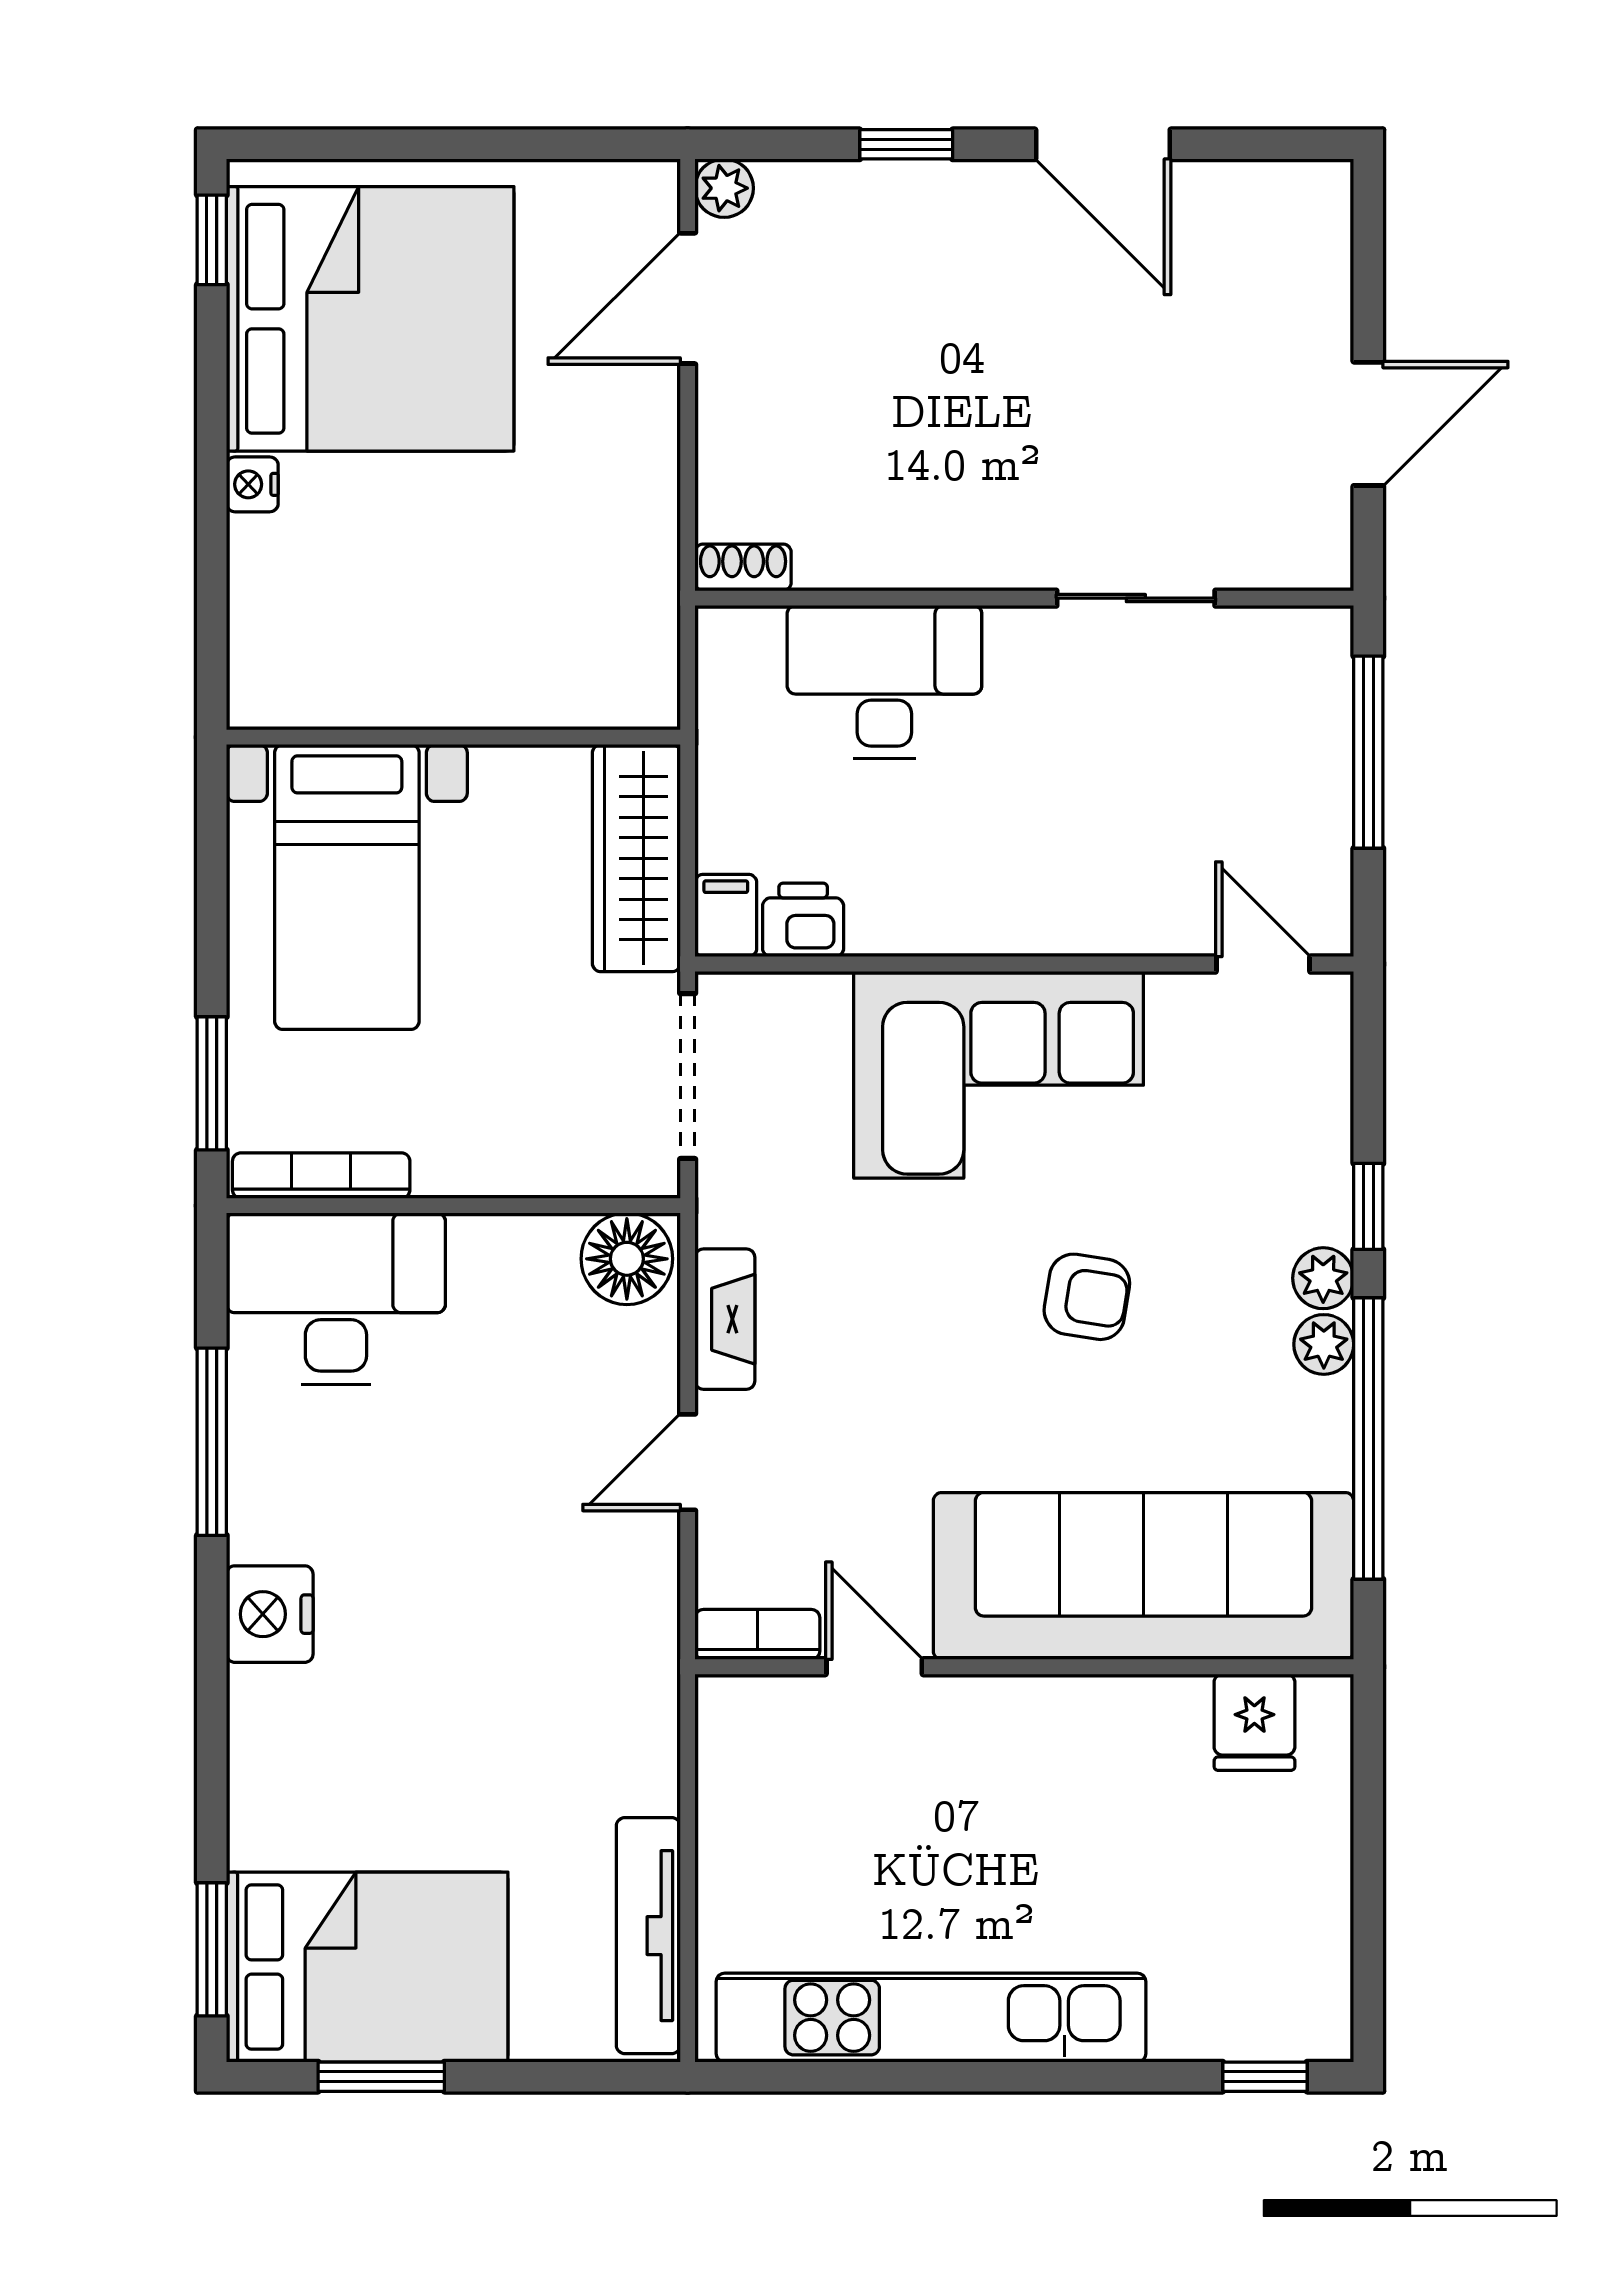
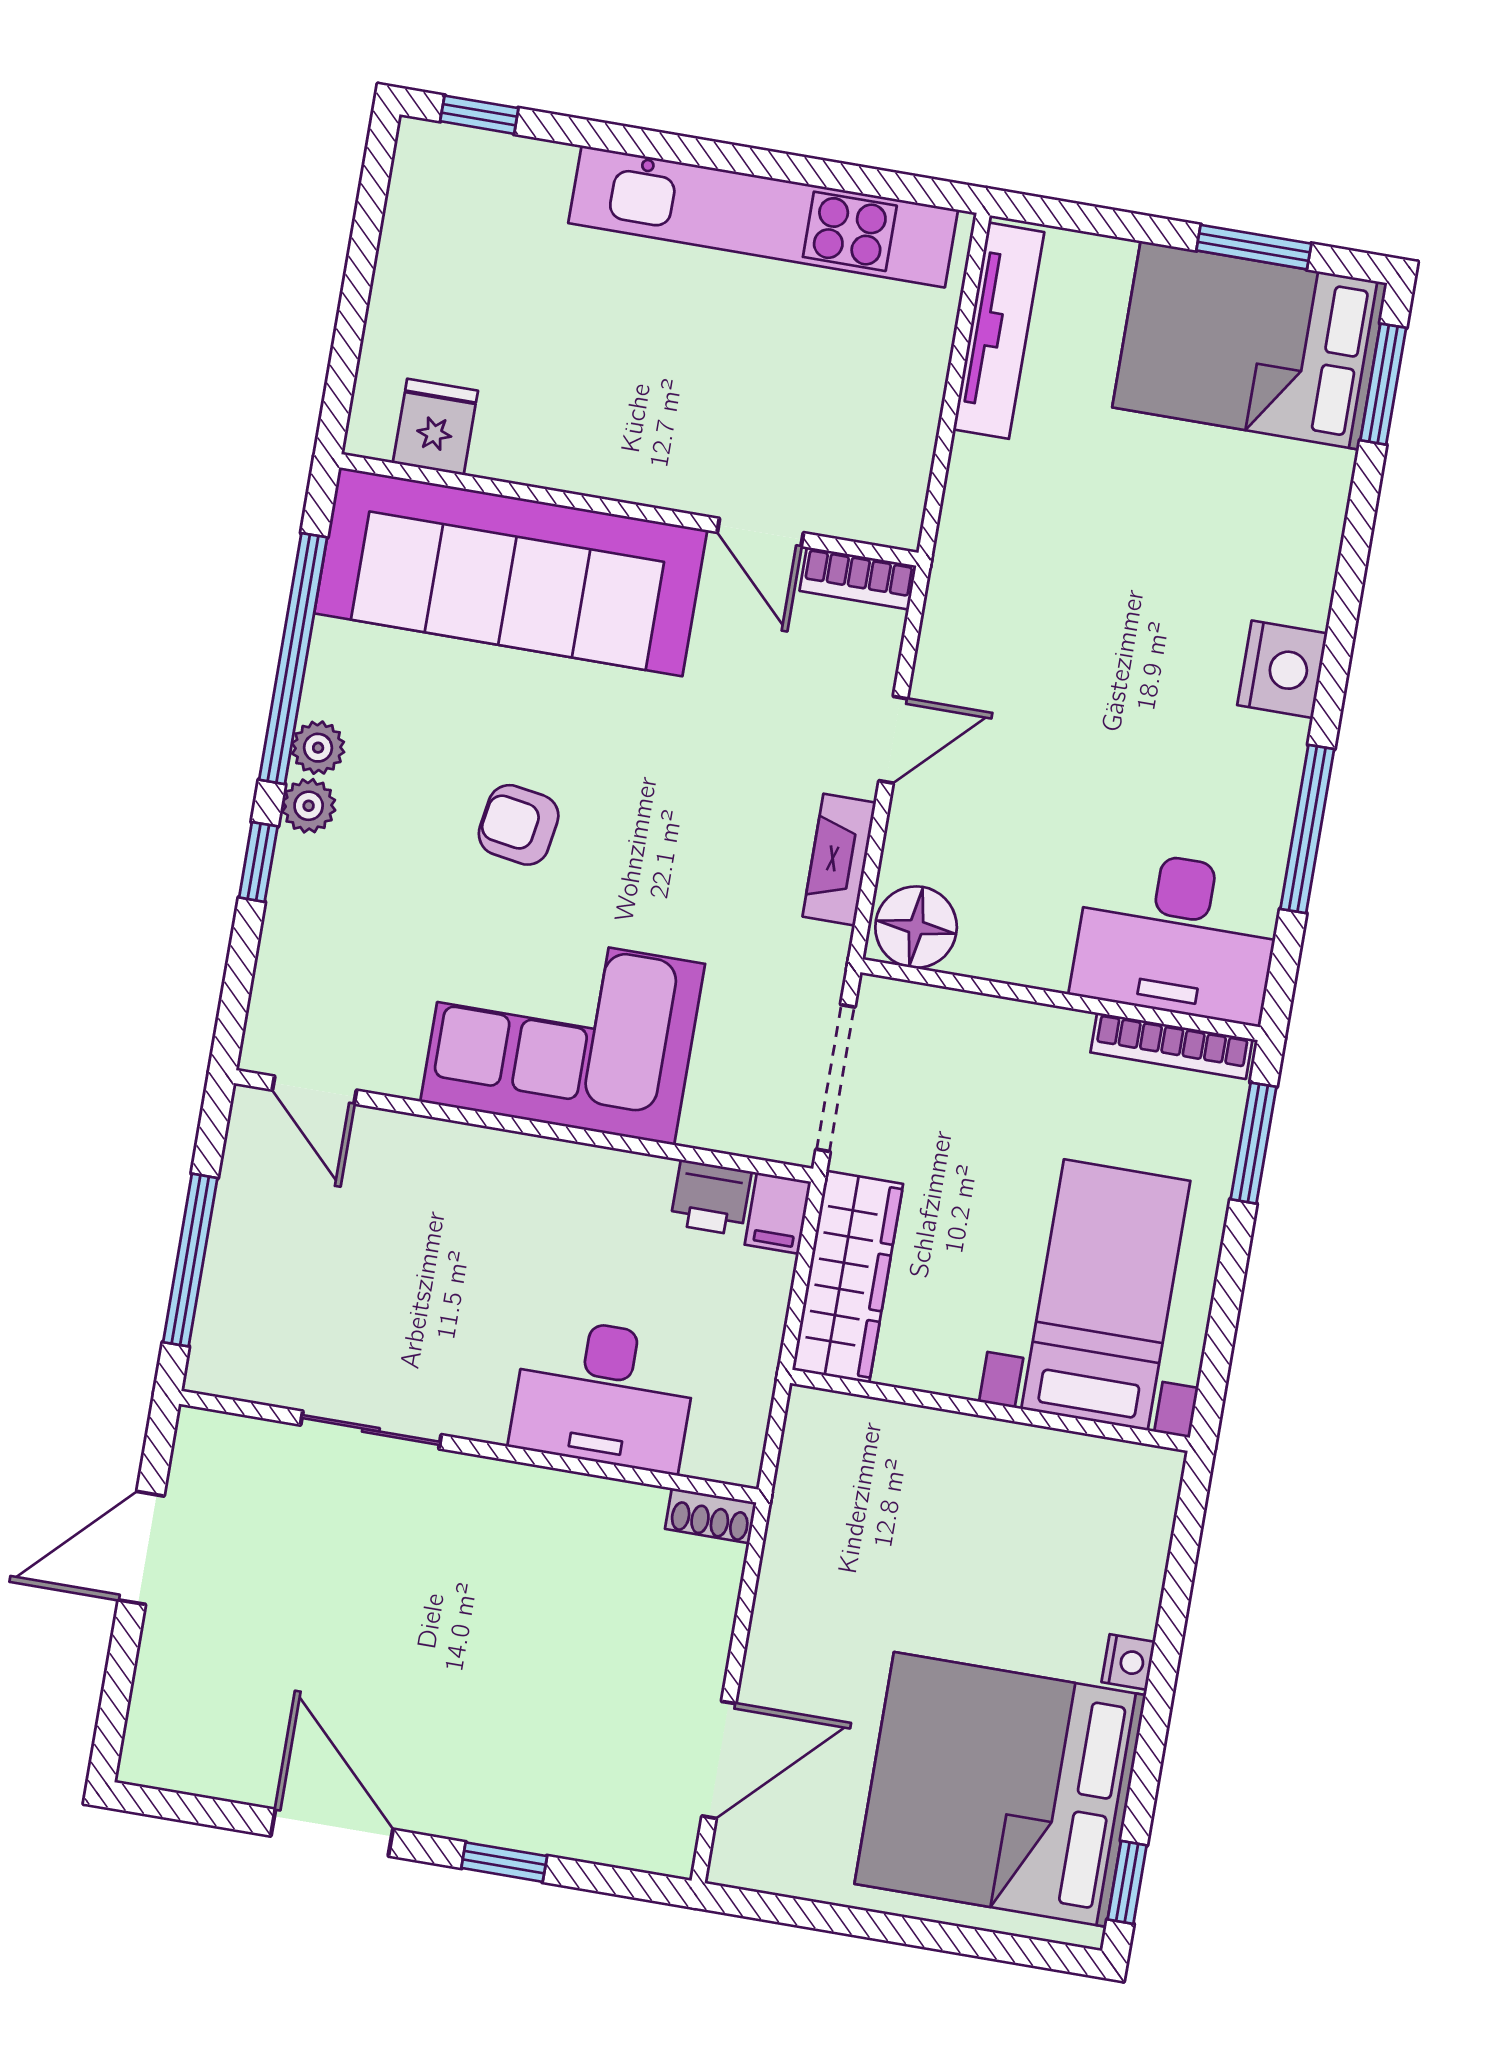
plant: (724, 188) -> (670, 1851), removed

